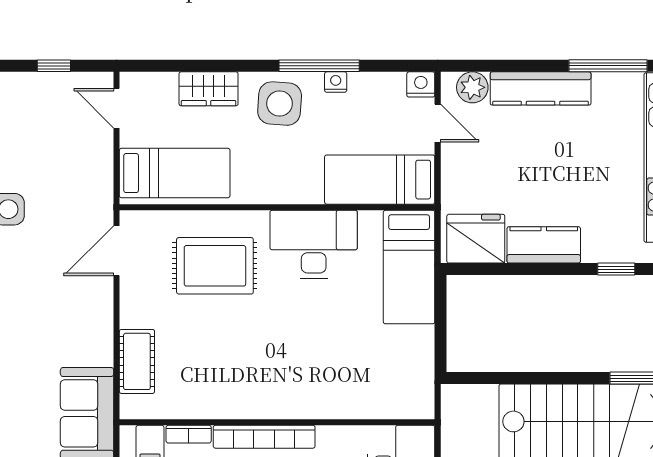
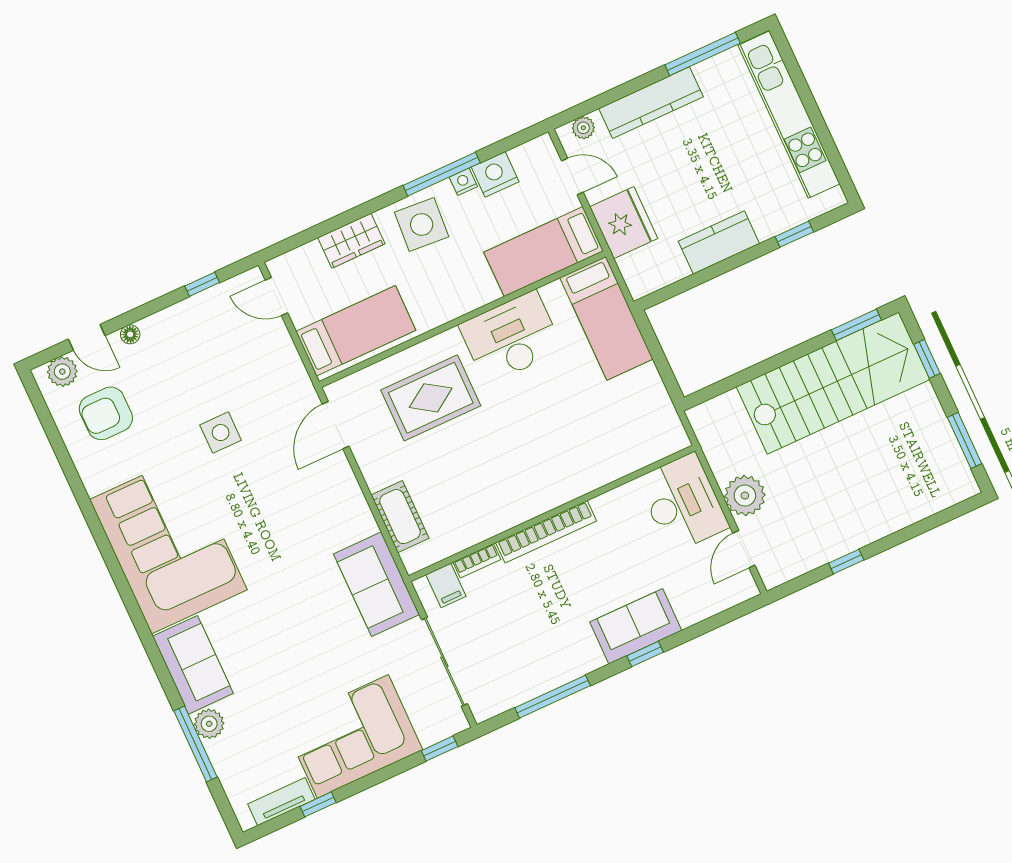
nightstand: (421, 84) -> (495, 174), moved, width x1.36, depth x1.33
plant: (472, 87) -> (583, 128), width x0.73, depth x0.73
fridge: (476, 239) -> (624, 223), moved, turned 90

